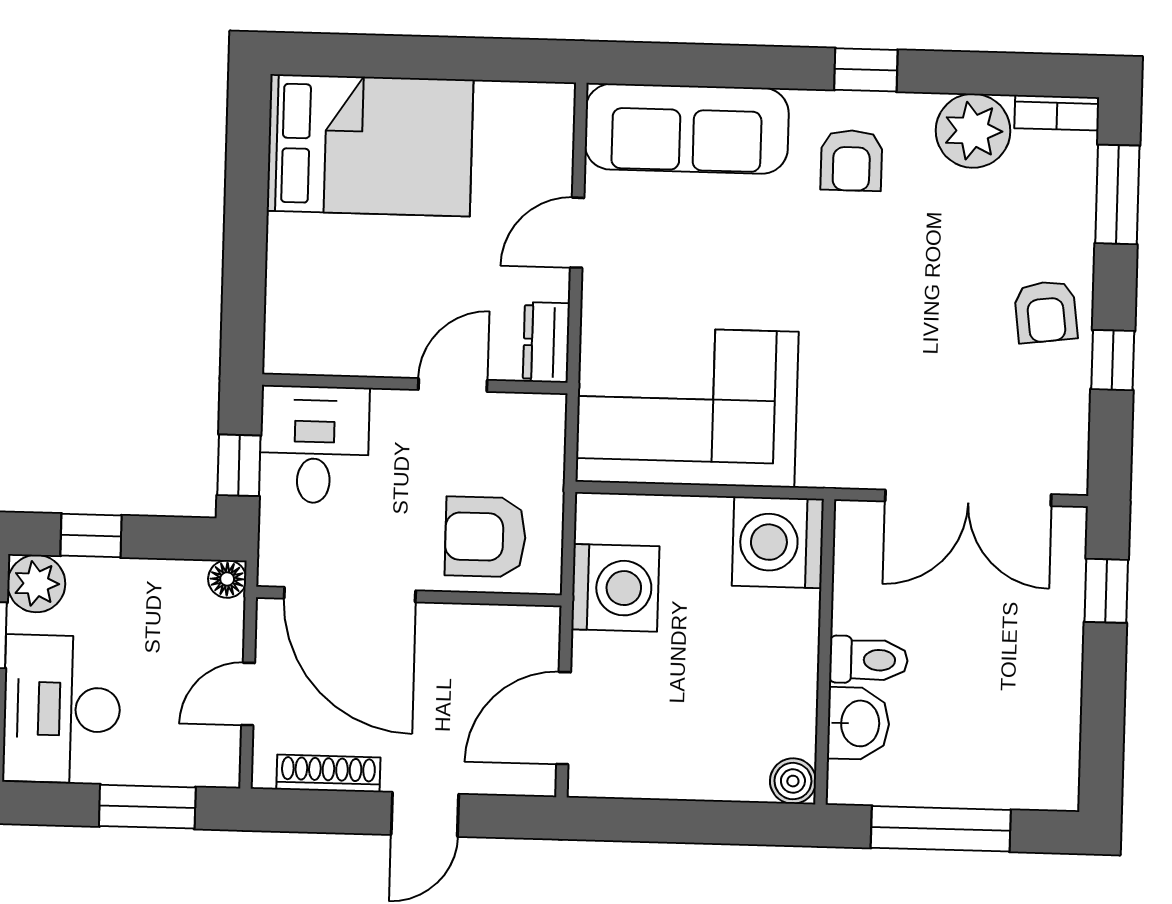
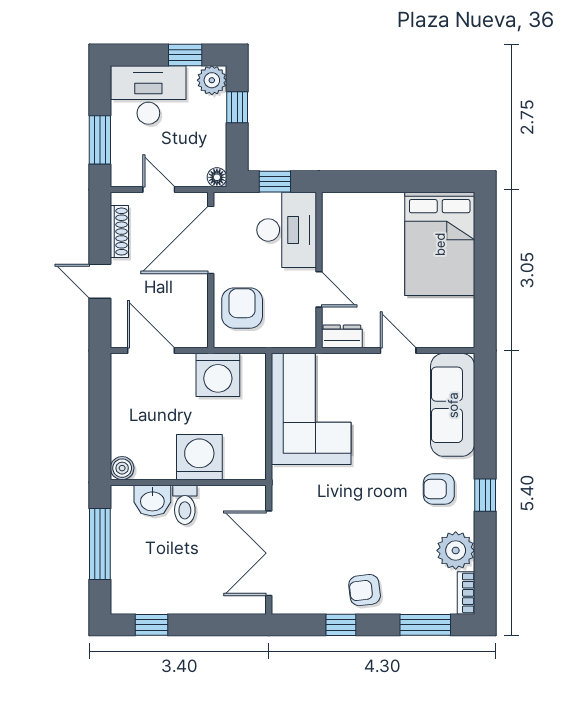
desk: (314, 445) -> (287, 230), width x1.37
washing machine: (778, 542) -> (199, 457), moved
window: (1106, 591) -> (151, 625), moved

